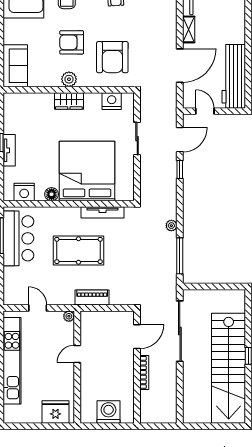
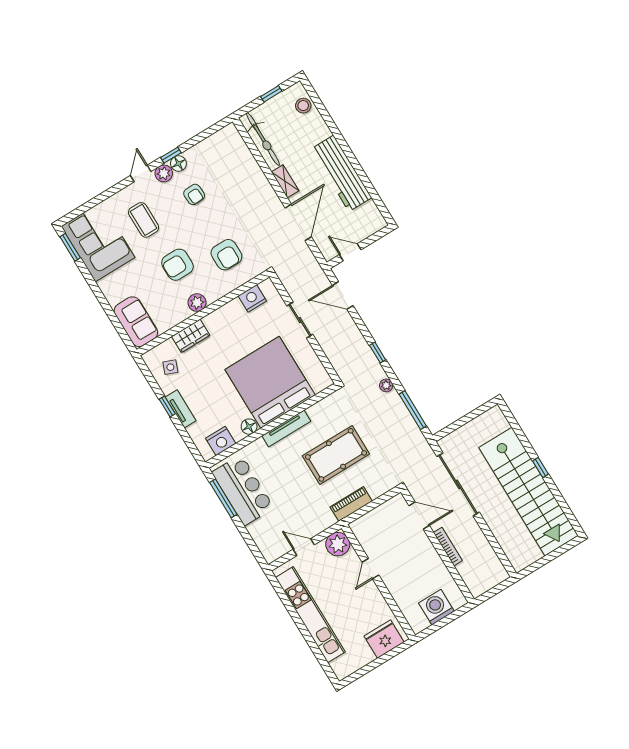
armchair: (112, 57) -> (226, 255), width x0.73, depth x0.73
workbench: (234, 76) -> (341, 173), moved
wardrobe: (69, 101) -> (191, 336), moved
side table: (20, 115) -> (170, 367), added
door: (180, 140) -> (343, 295), swing flipped
window: (180, 170) -> (378, 352), moved
tv unit: (102, 212) -> (286, 428), moved
pool table: (79, 250) -> (336, 455), moved
plant: (69, 316) -> (338, 544), width x1.88, depth x1.88
door: (137, 337) -> (419, 515), hinge flipped

